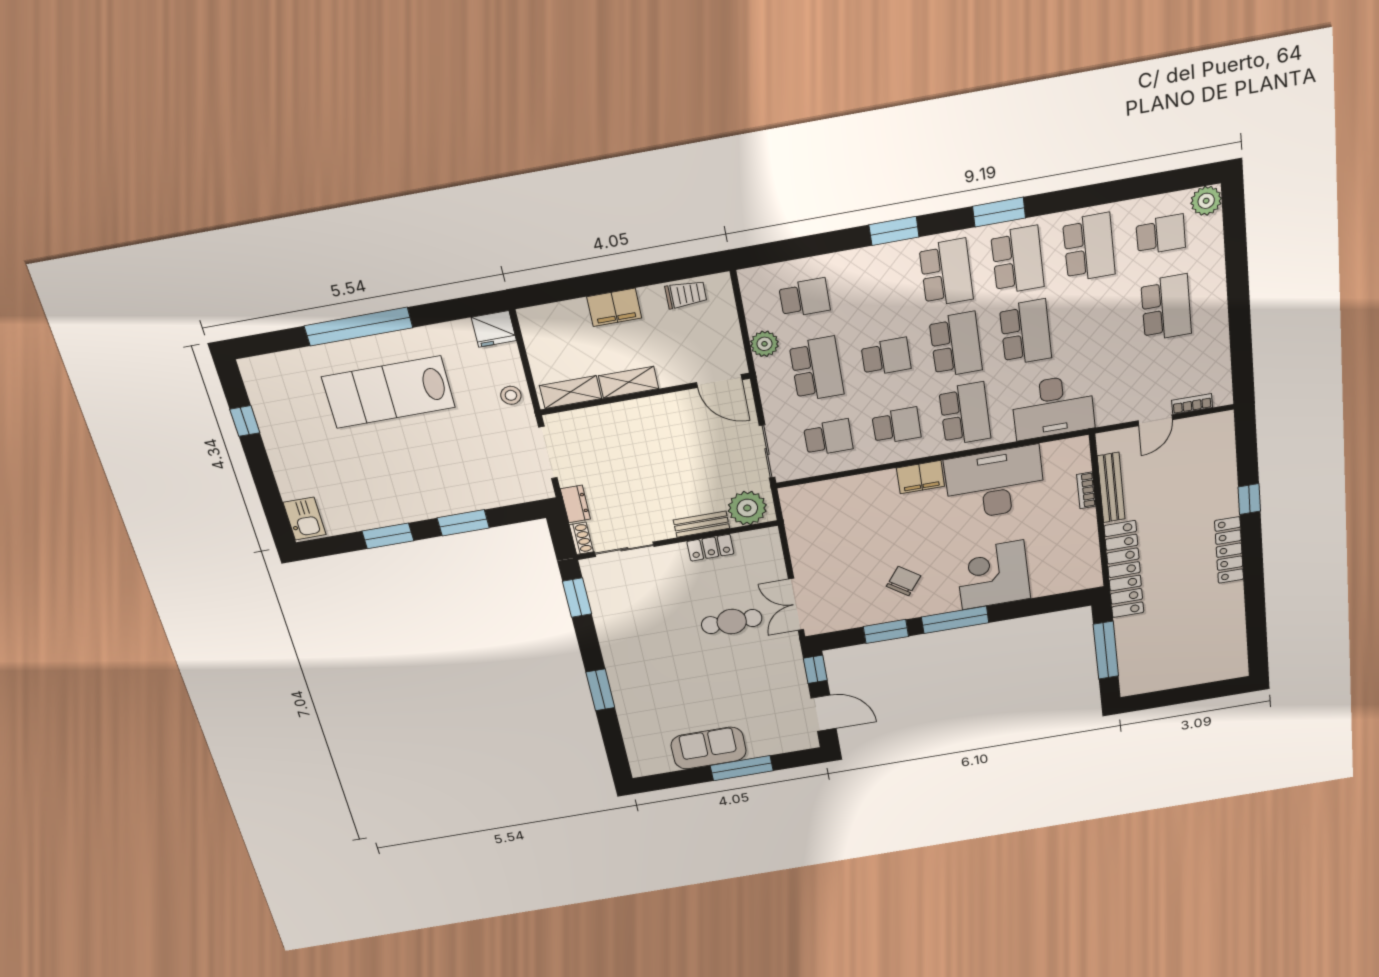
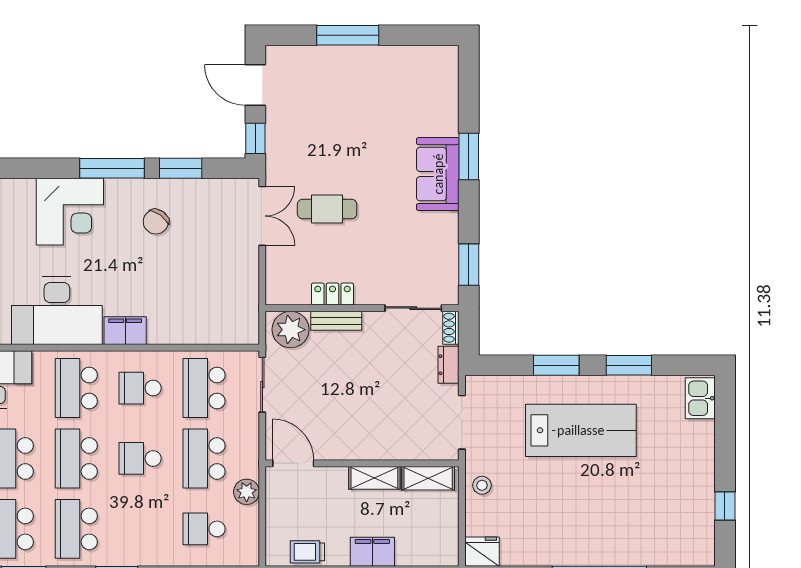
lab bench: (388, 392) -> (581, 430), moved
school desk: (828, 437) -> (204, 388), width x1.85
sofa: (709, 748) -> (438, 174), moved, turned 90

